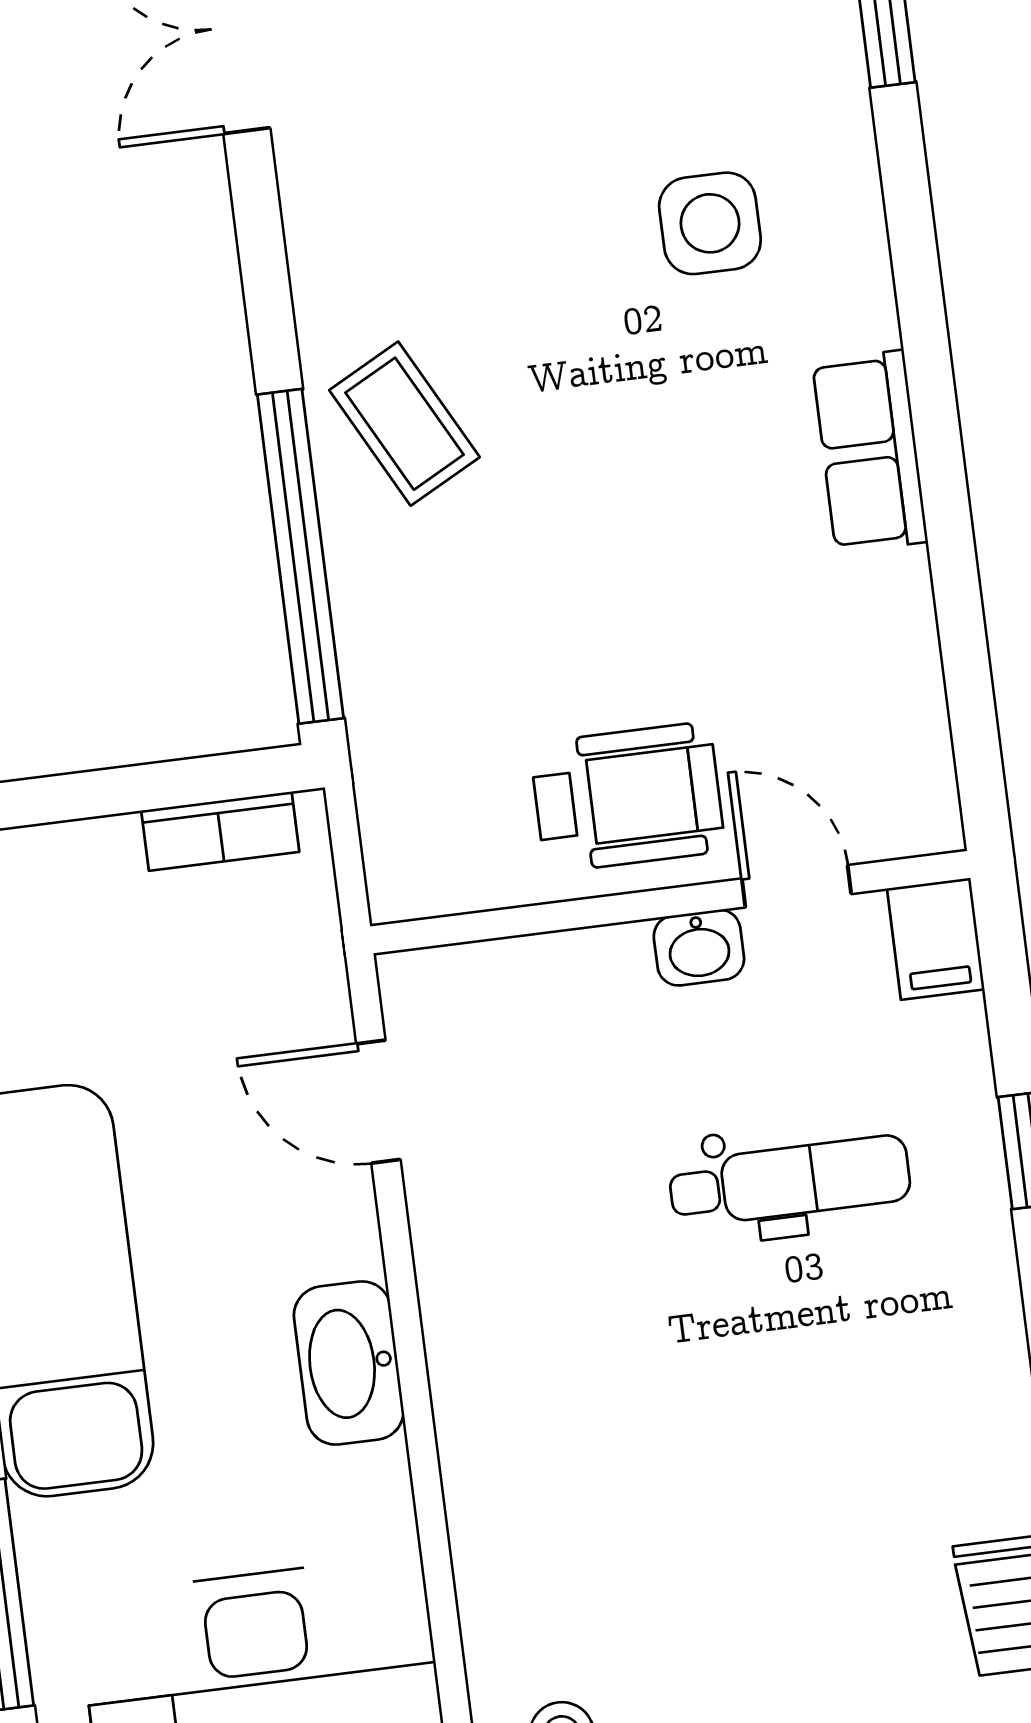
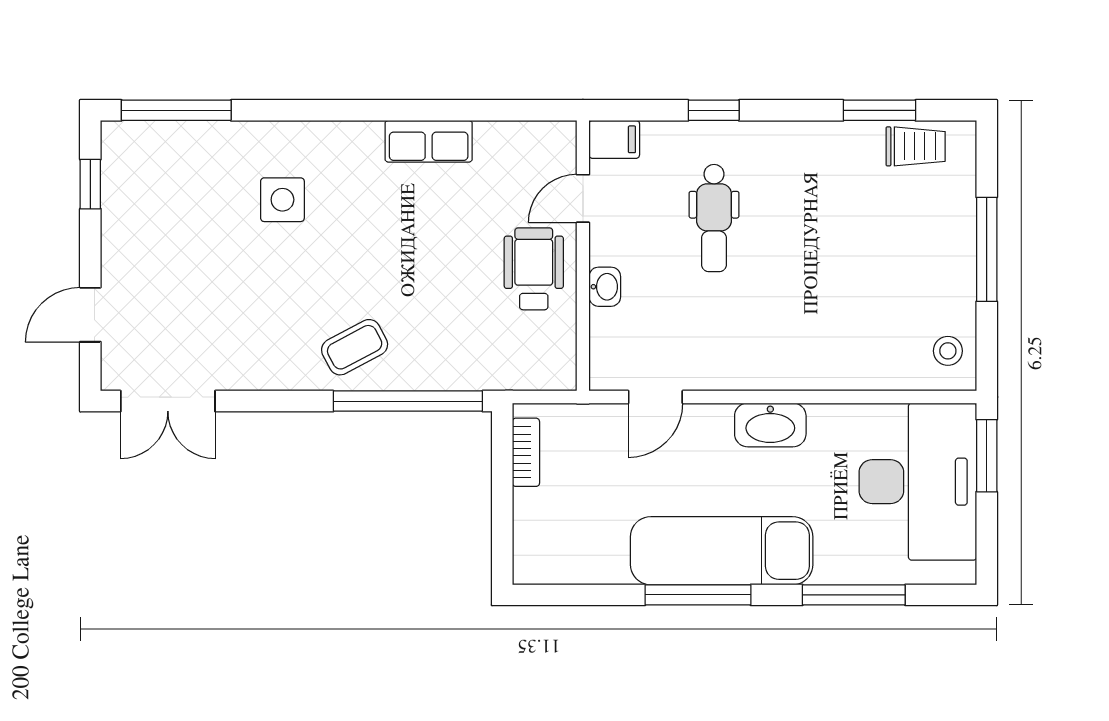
row of seats: (870, 451) -> (429, 141), moved
washbasin: (699, 948) -> (605, 287), moved
dental chair: (790, 1181) -> (714, 218), turned 180

